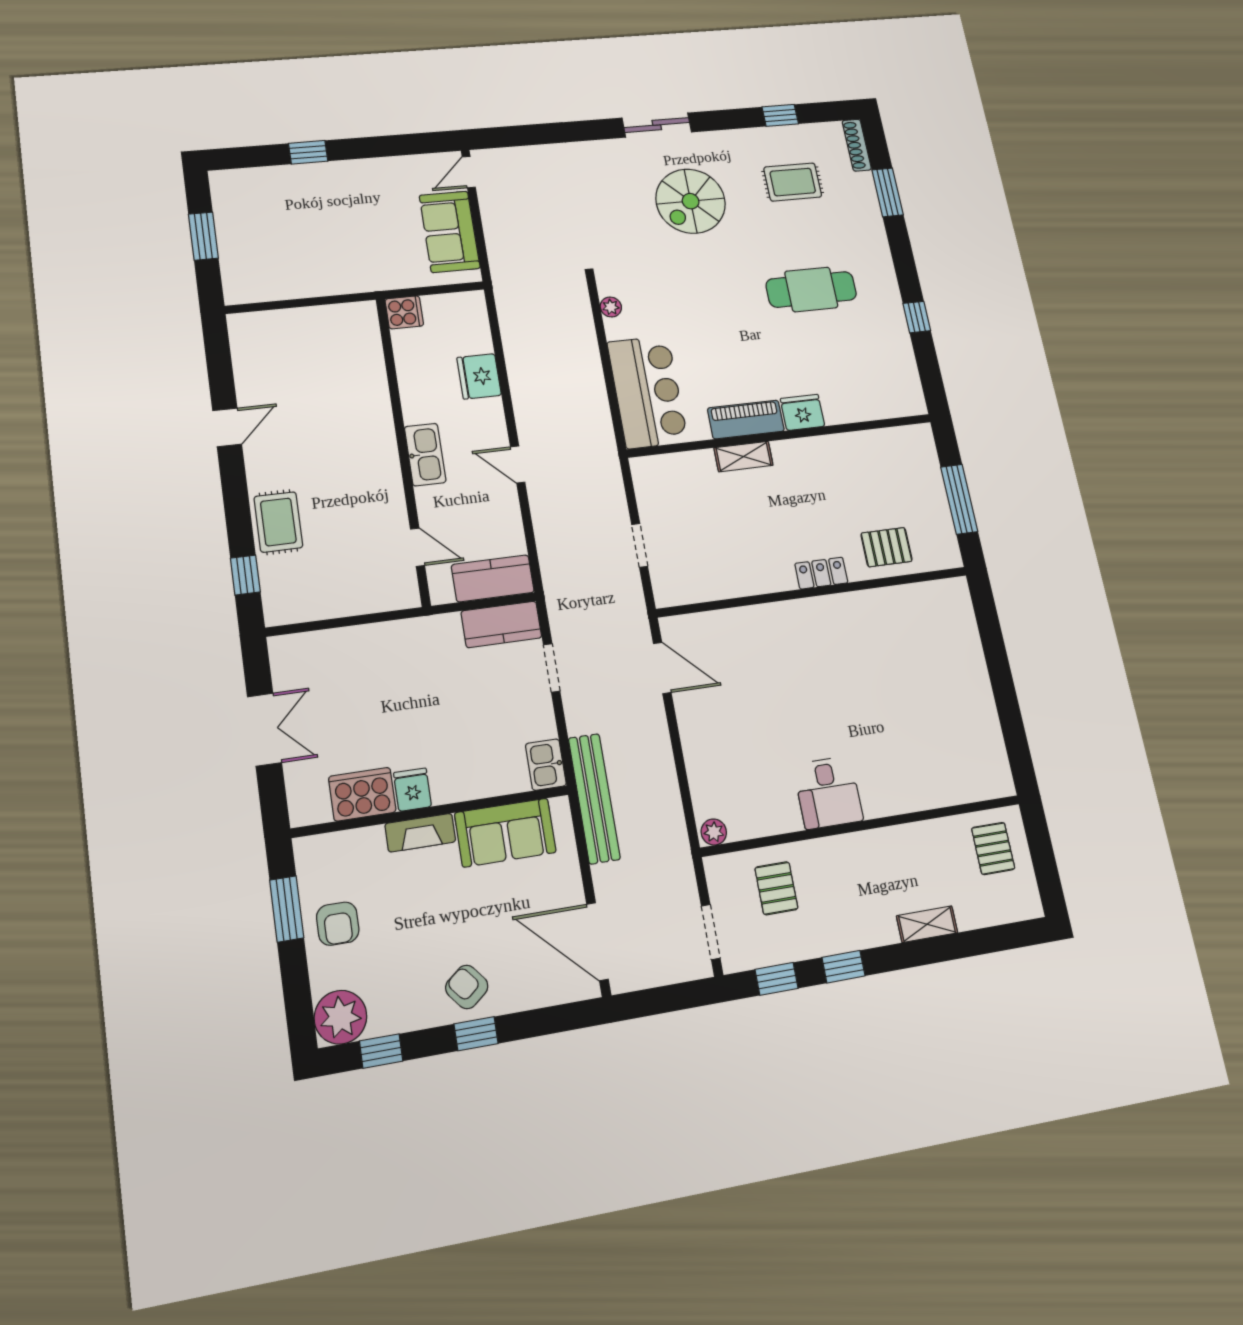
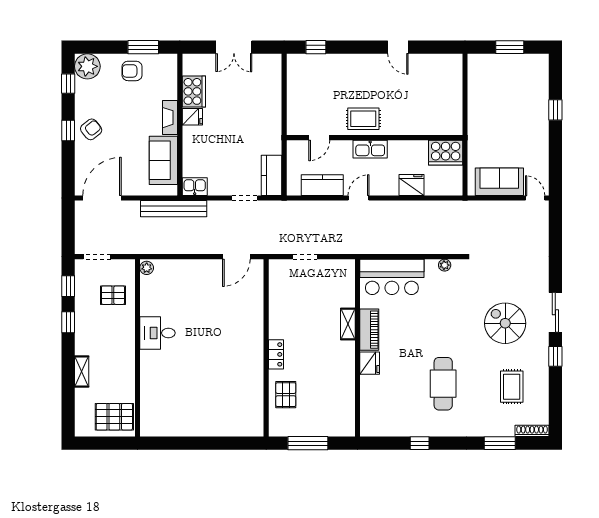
window: (780, 115) -> (555, 356), moved
cooker: (404, 312) -> (446, 153), width x1.87, depth x1.31
rug: (278, 522) -> (363, 119), moved
kitchen counter: (493, 578) -> (322, 185), moved, turned -90
pallet: (993, 848) -> (114, 417), width x1.50, depth x1.42

